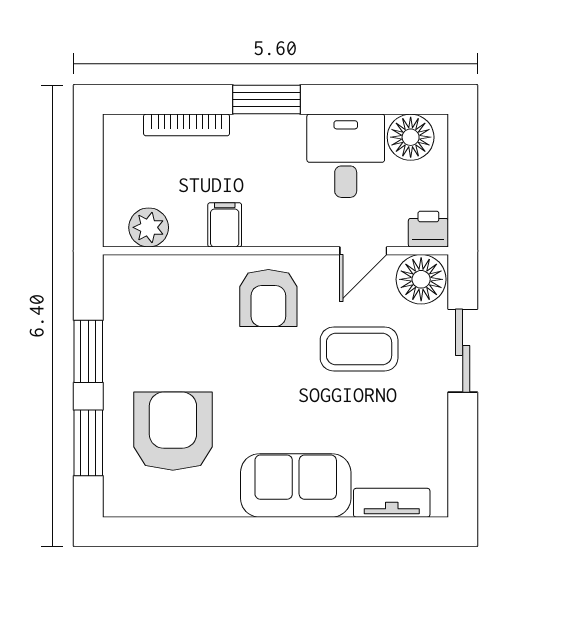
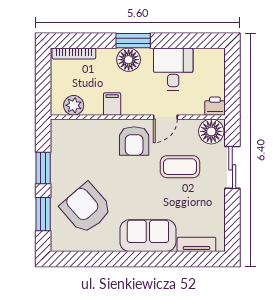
bookcase: (187, 125) -> (74, 54), moved
floor lamp: (411, 137) -> (129, 60), moved
door: (363, 251) -> (165, 117), moved
armchair: (173, 431) -> (86, 208), turned -41

